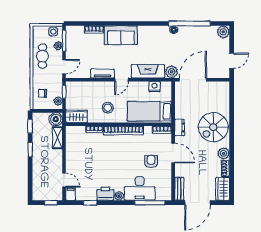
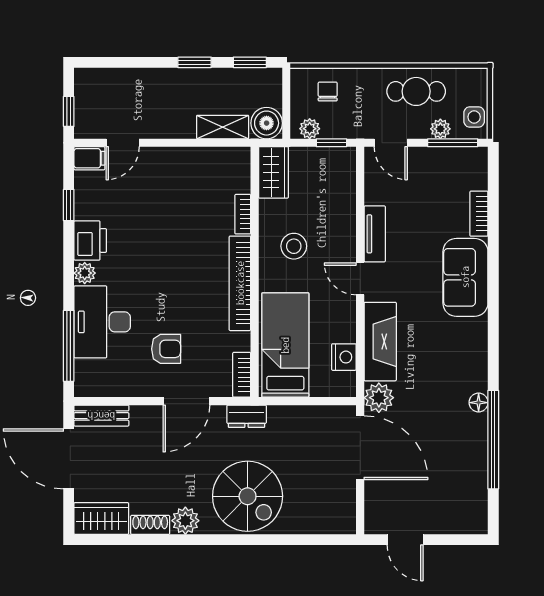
plant: (223, 32) -> (473, 520), removed
spiral stairs: (213, 127) -> (248, 496), turned 180

